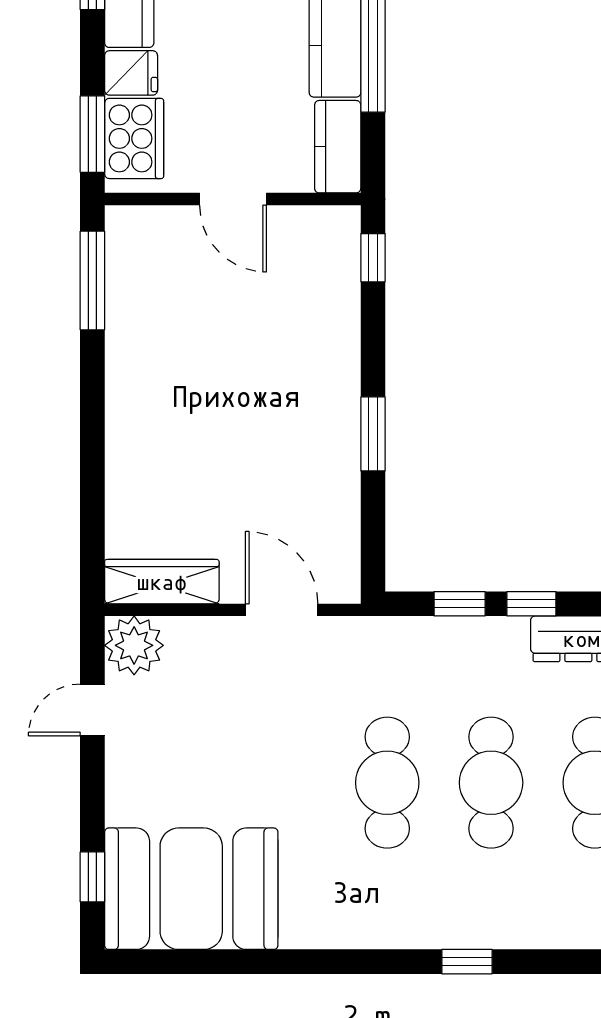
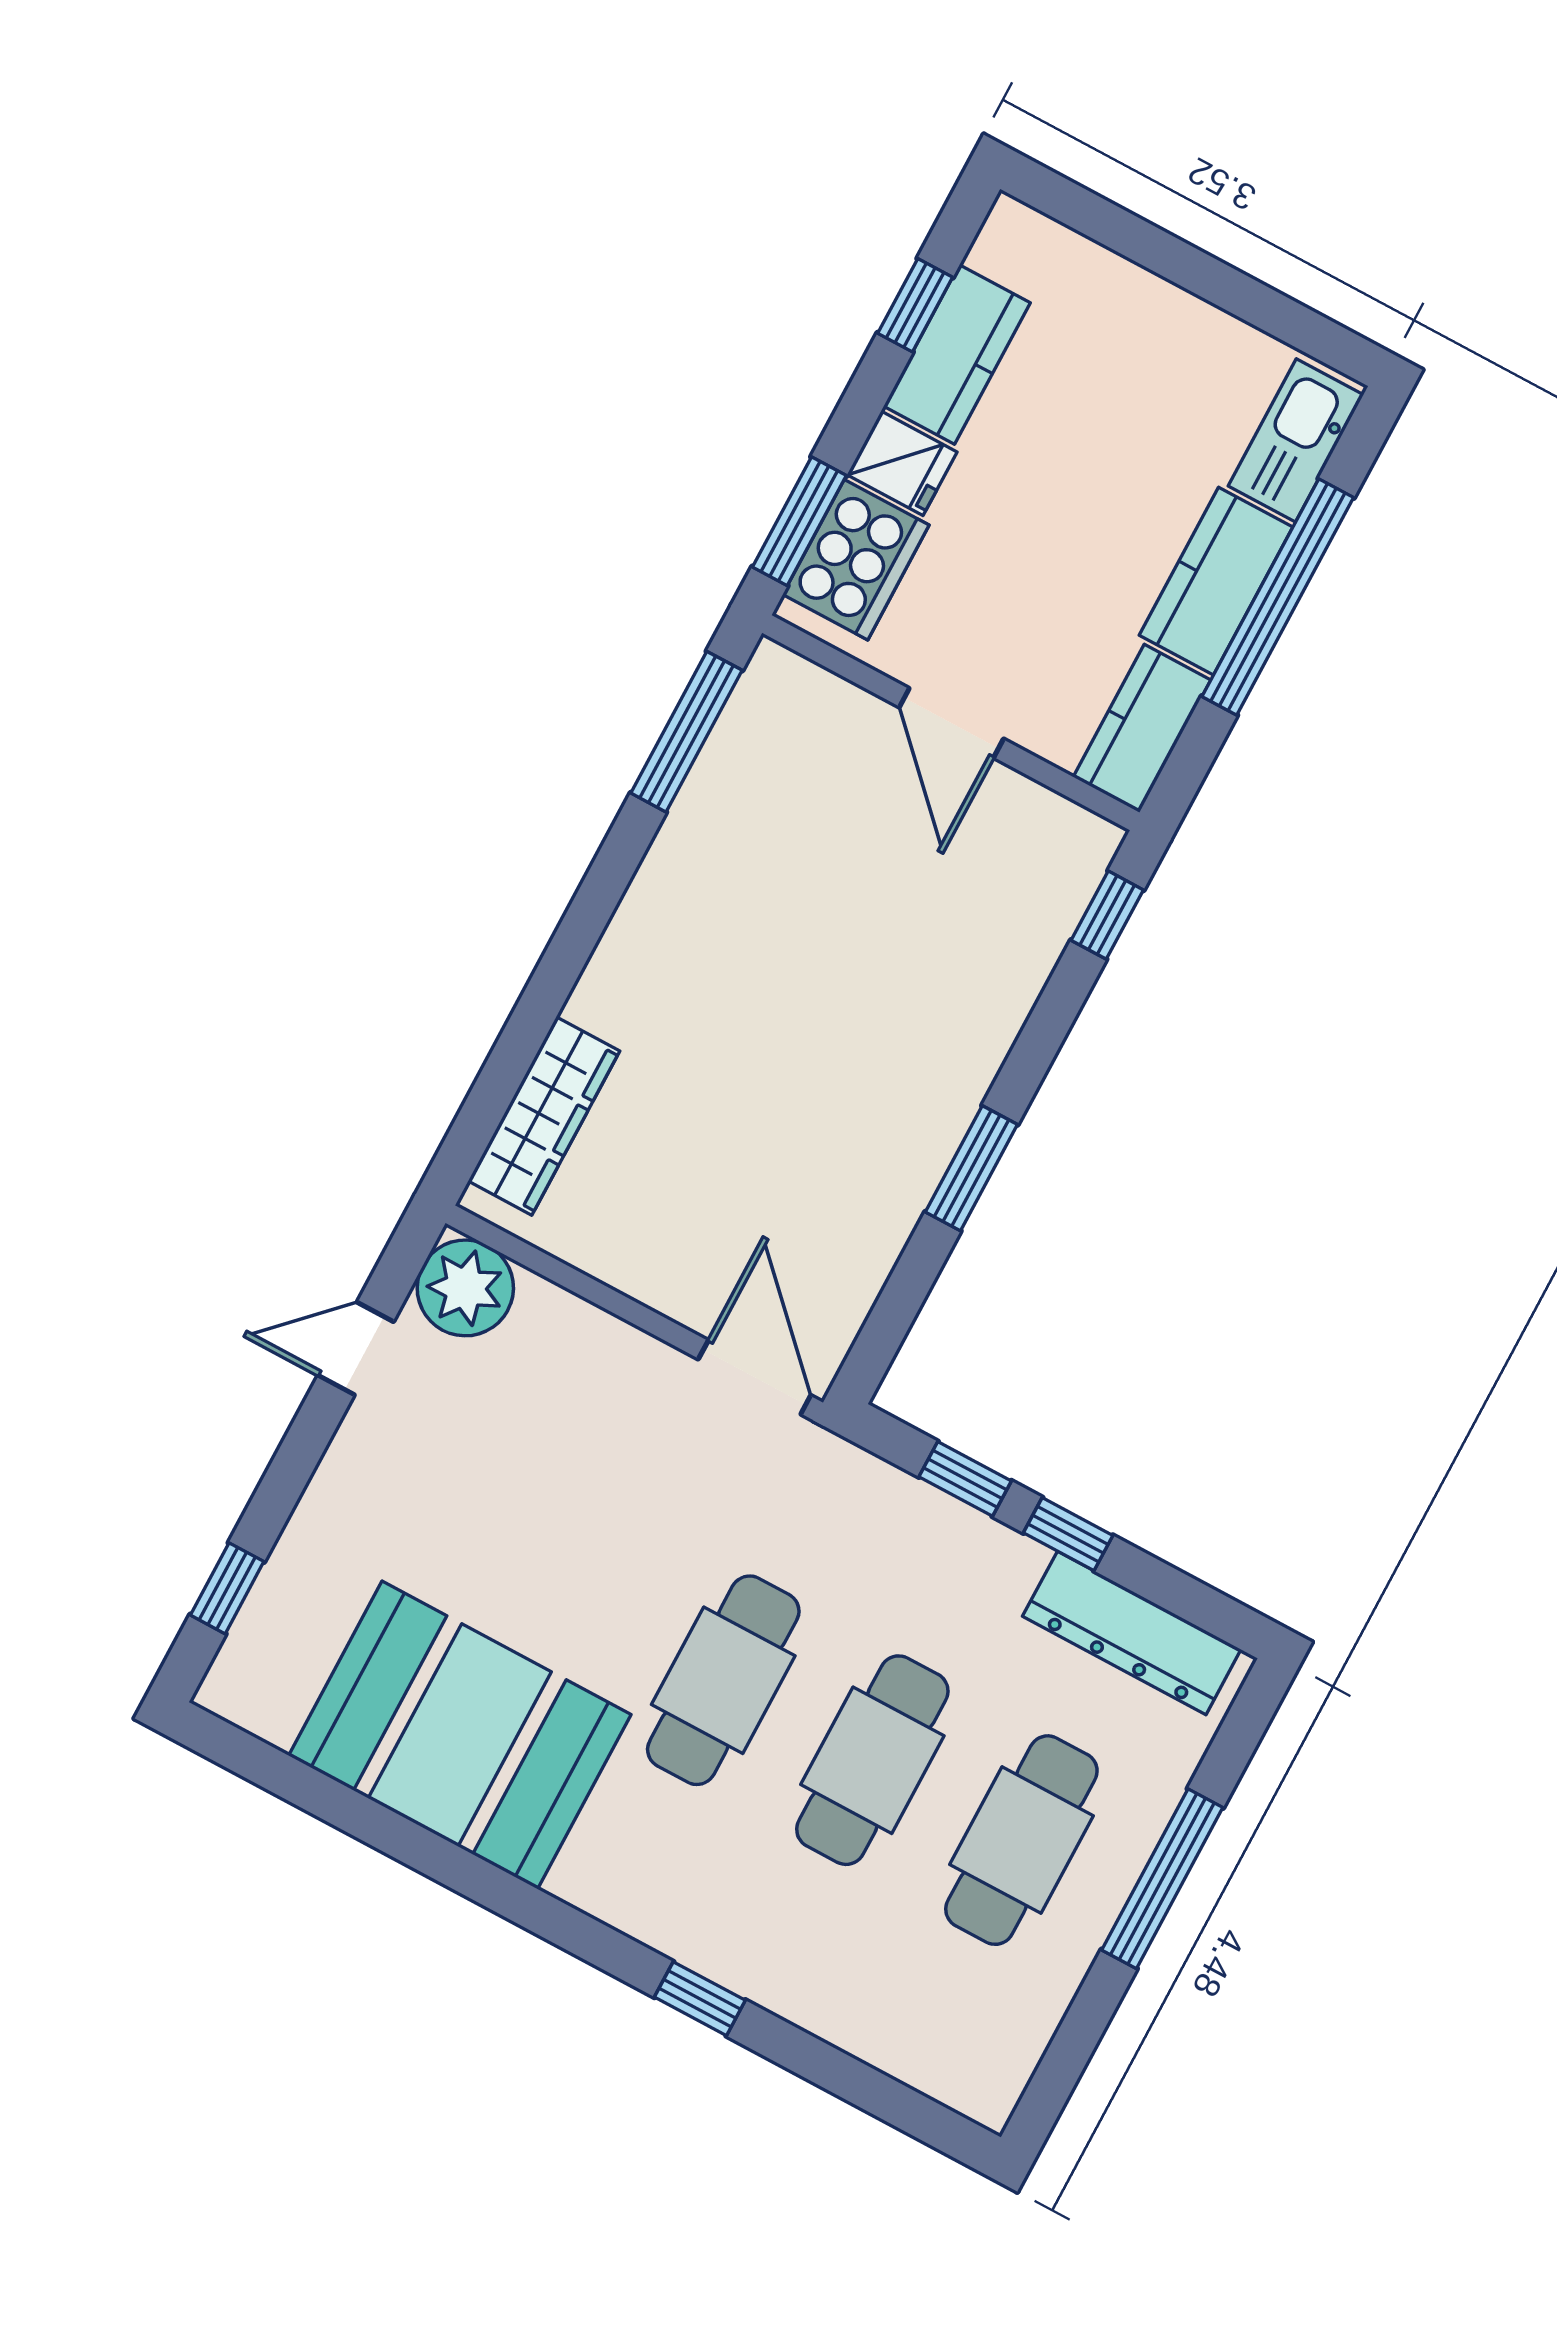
wardrobe: (162, 582) -> (544, 1116), moved, turned 90
door: (282, 610) -> (755, 1377), moved
booth: (191, 889) -> (460, 1735), moved

